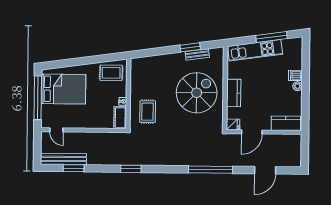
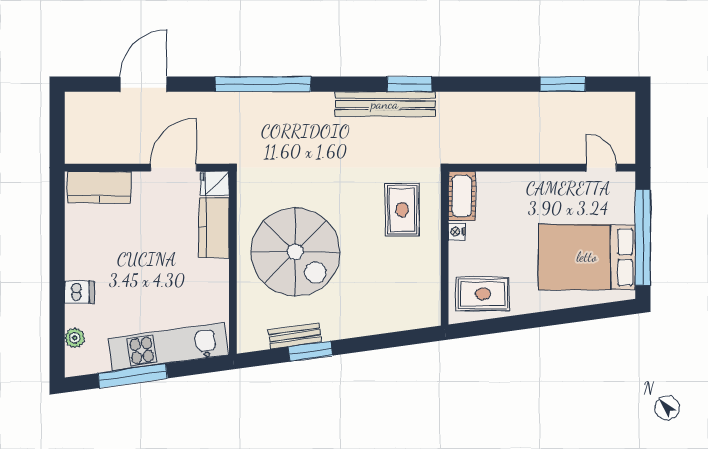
plant: (297, 86) -> (75, 338), moved
spiral stairs: (197, 93) -> (295, 252), turned -90
kitchen counter: (234, 93) -> (214, 228), moved
bench: (63, 159) -> (385, 104), moved
window: (131, 169) -> (409, 84), moved

